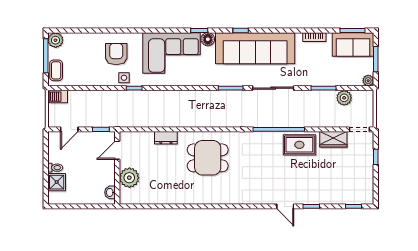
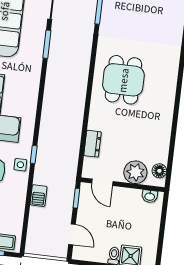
barbecue: (58, 97) -> (39, 196), moved
dresser: (166, 138) -> (93, 144), moved
floor lamp: (133, 198) -> (159, 171), added

